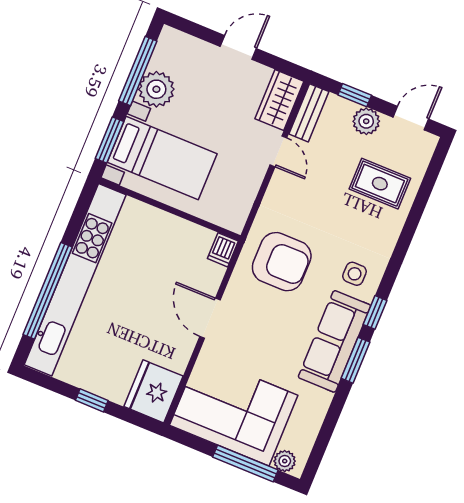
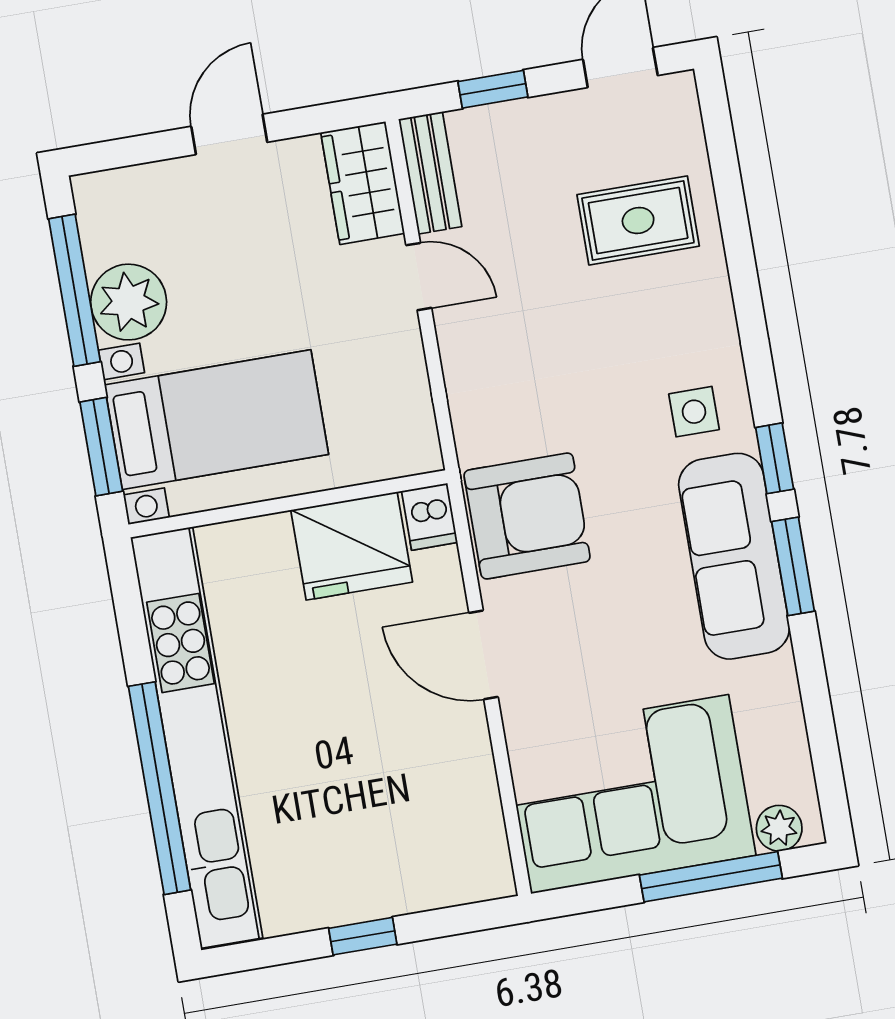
plant: (366, 121) -> (543, 123), removed
armchair: (282, 262) -> (527, 516), moved
fridge: (153, 391) -> (352, 546), moved, turned -90

